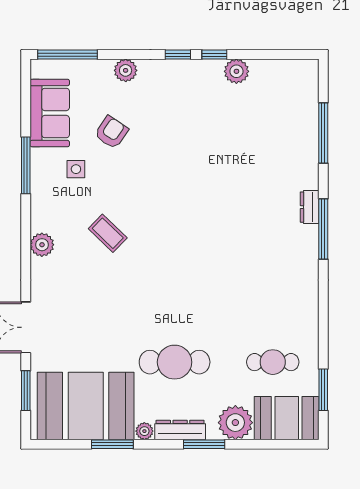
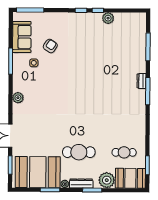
plant: (126, 70) -> (57, 17), removed
coffee table: (108, 233) -> (48, 93), removed

